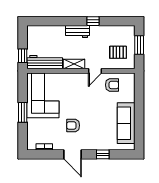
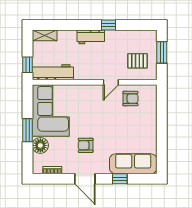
shelving: (74, 64) -> (45, 35), moved
sofa: (126, 123) -> (133, 164), moved, turned 90
floor lamp: (34, 126) -> (40, 145), added

